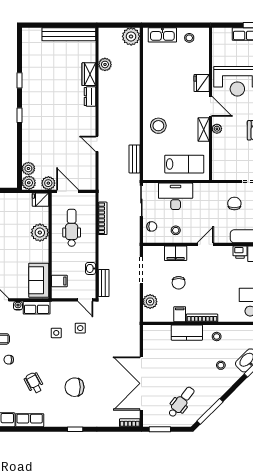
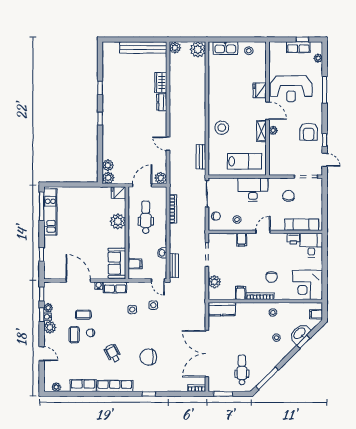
plant: (105, 64) -> (175, 48), moved
plant: (48, 183) -> (161, 178), moved
door: (68, 191) -> (142, 185), hinge flipped
desk: (176, 196) -> (253, 190), moved
filing cabinet: (176, 253) -> (242, 240), width x0.50
chair: (179, 283) -> (271, 277), moved
kitchen counter: (187, 333) -> (222, 309), moved
dental chair: (181, 402) -> (242, 370), turned -38
row of seats: (30, 420) -> (115, 386), width x1.48

